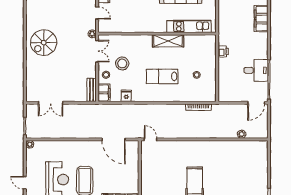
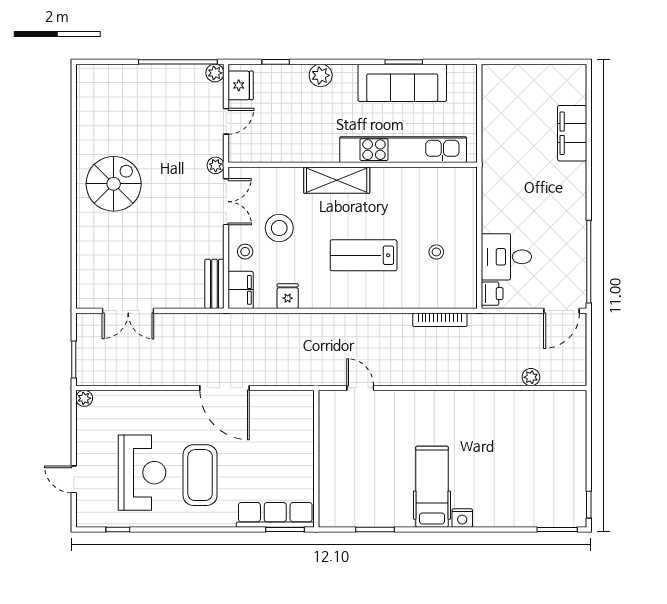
door: (97, 13) -> (226, 121), hinge flipped
kitchen unit: (189, 26) -> (403, 150), width x1.36
shelving: (168, 41) -> (337, 180), moved
spiral stairs: (44, 43) -> (114, 184), turned 180
printer: (223, 51) -> (492, 294), moved
desk: (256, 70) -> (506, 257), moved, turned 180
door: (114, 139) -> (225, 388), moved
door: (151, 139) -> (360, 388), moved

